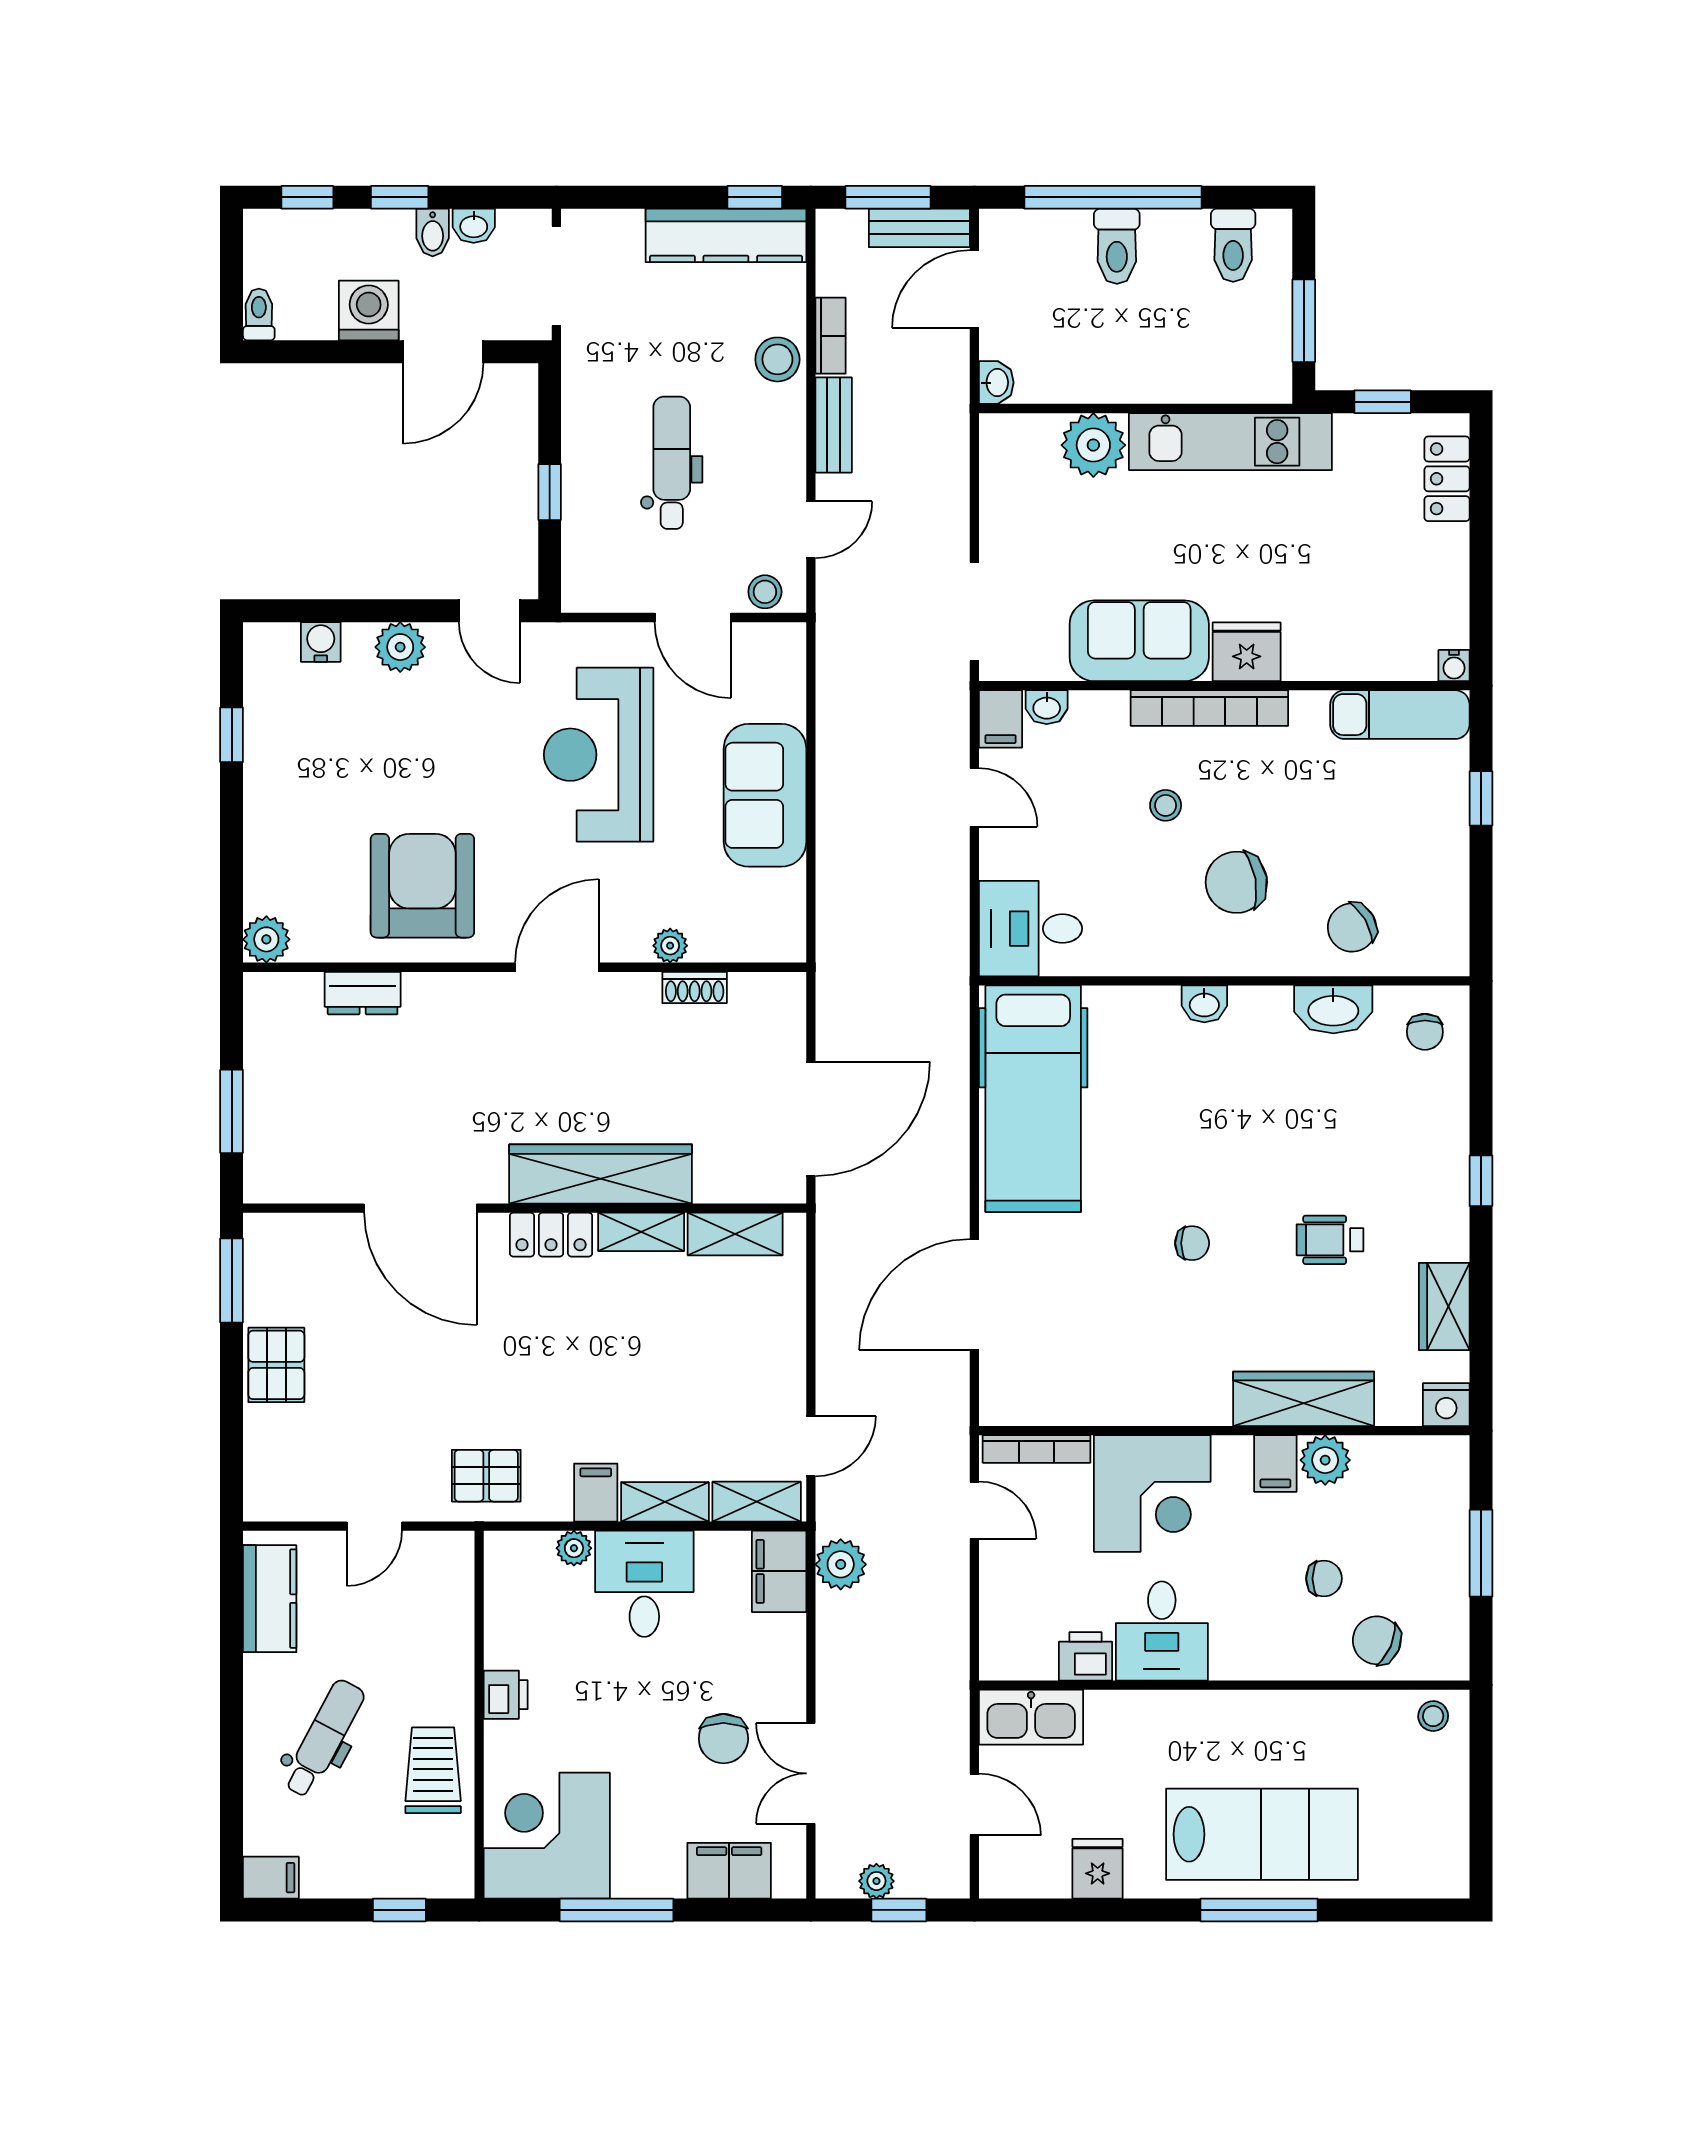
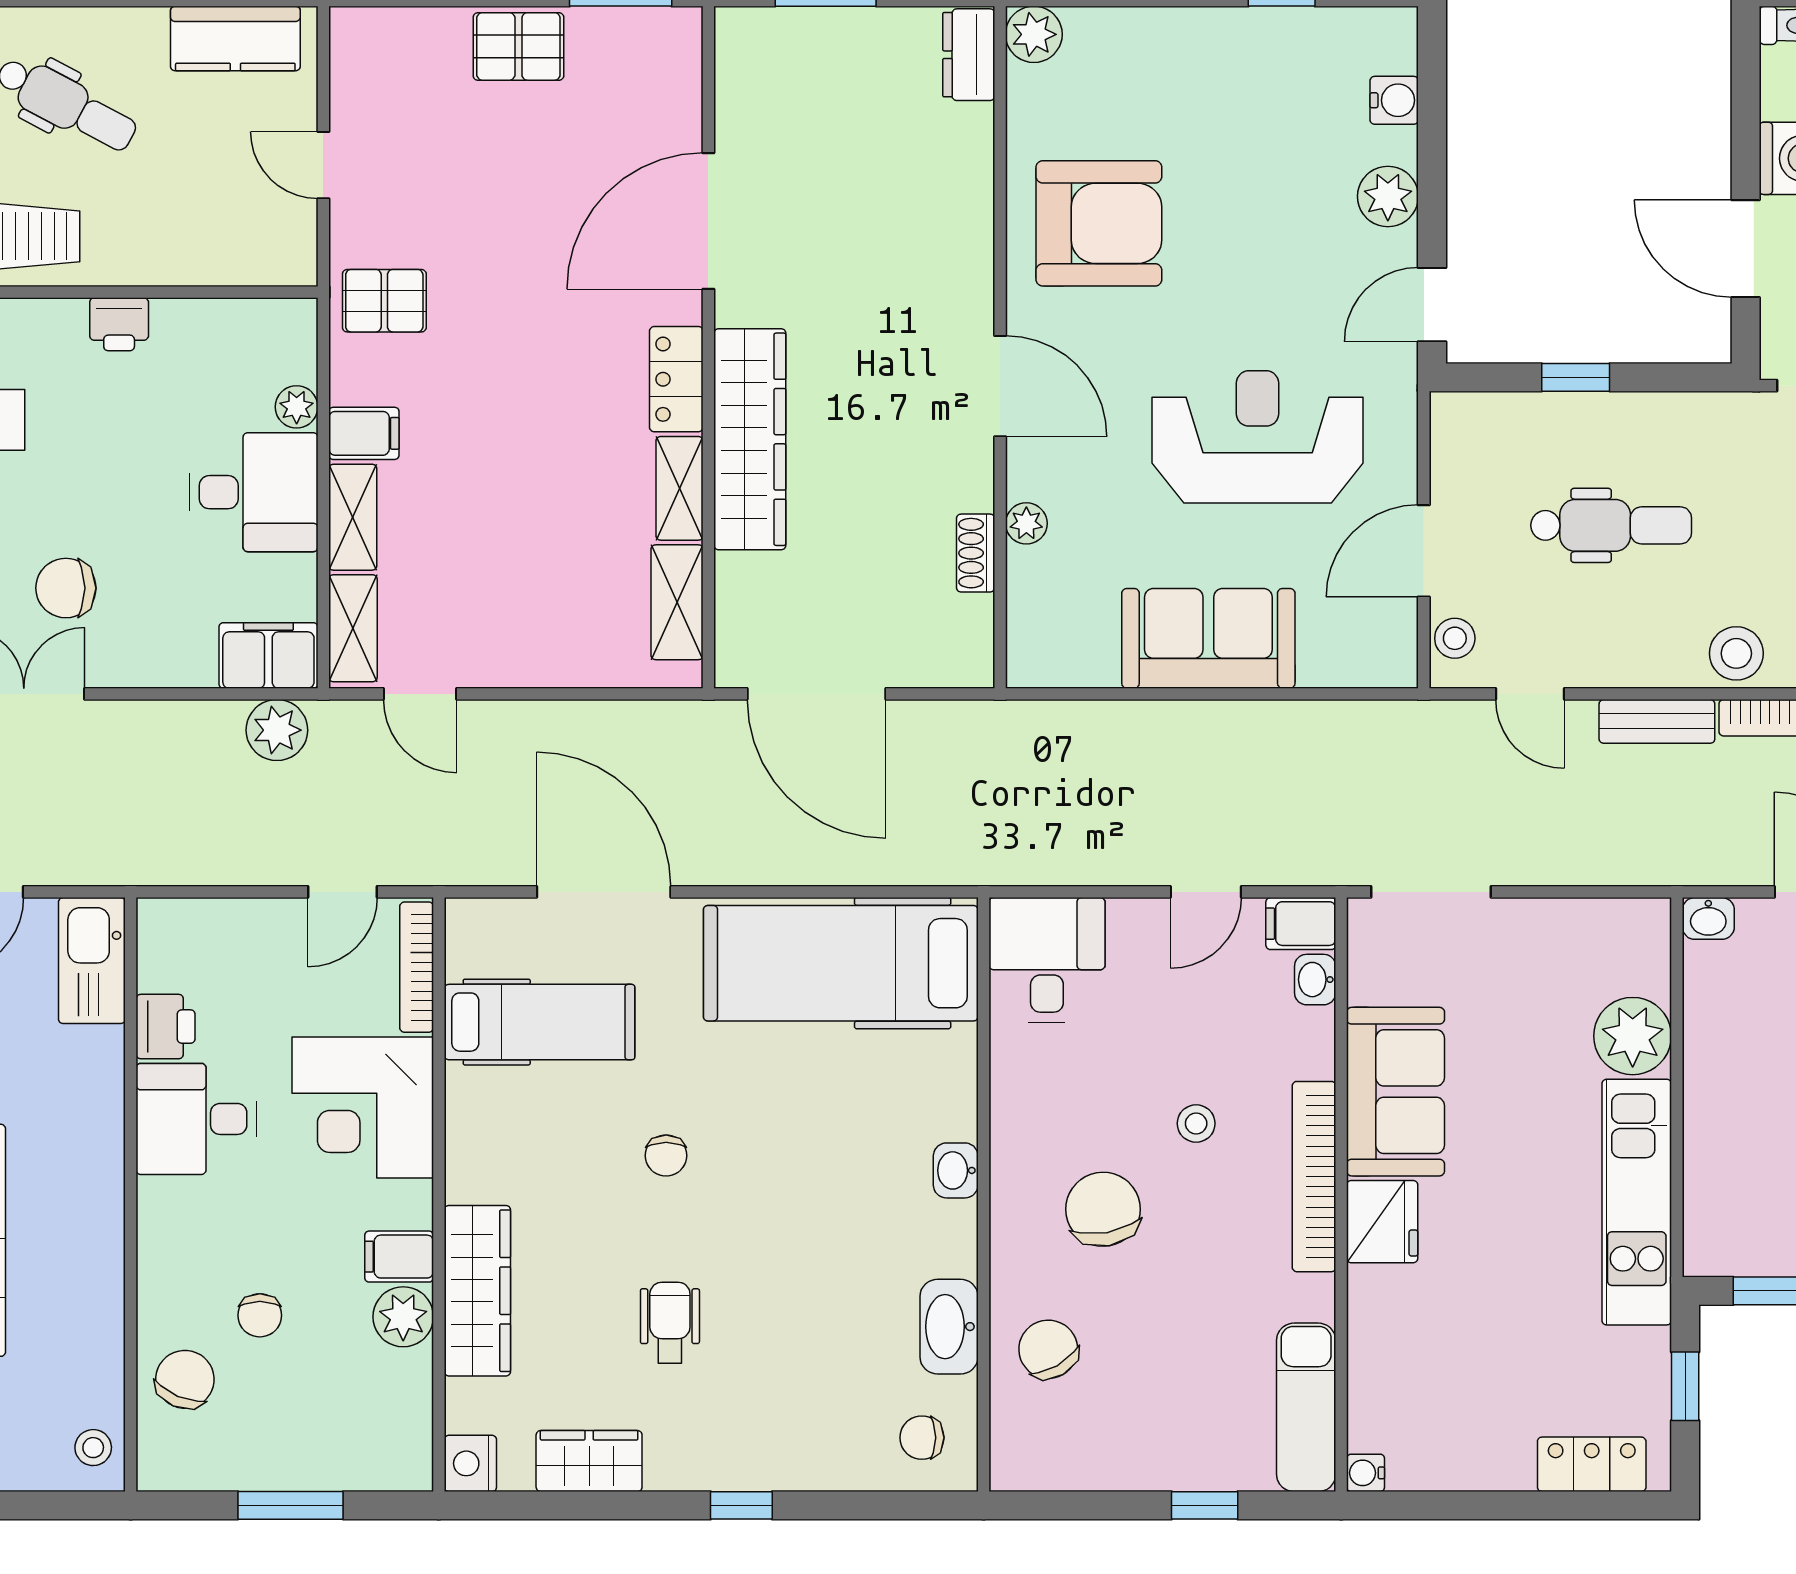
dresser: (363, 993) -> (969, 55), moved
hospital bed: (1082, 1348) -> (540, 1022), added
pallet: (486, 1476) -> (384, 301), turned 90

